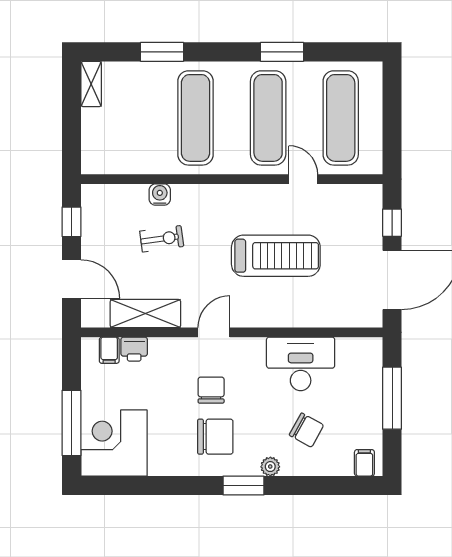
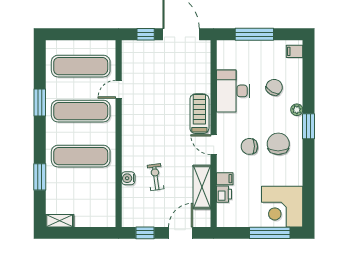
treadmill: (276, 256) -> (199, 114), moved, width x0.73, depth x0.73
filing cabinet: (109, 350) -> (225, 179), moved

